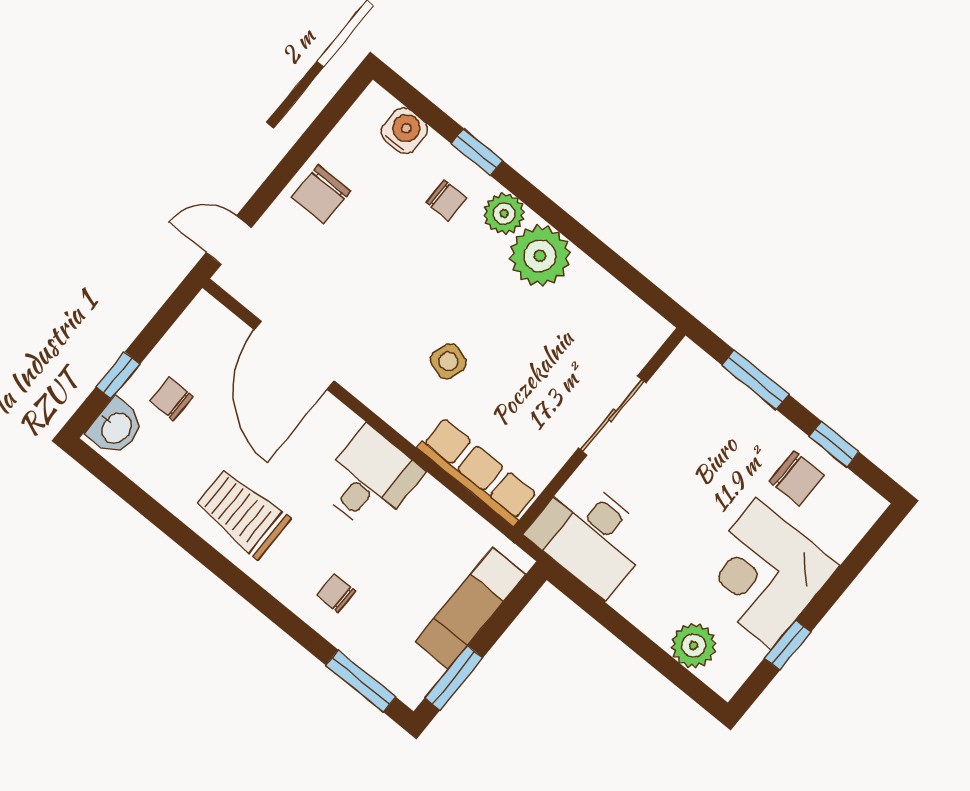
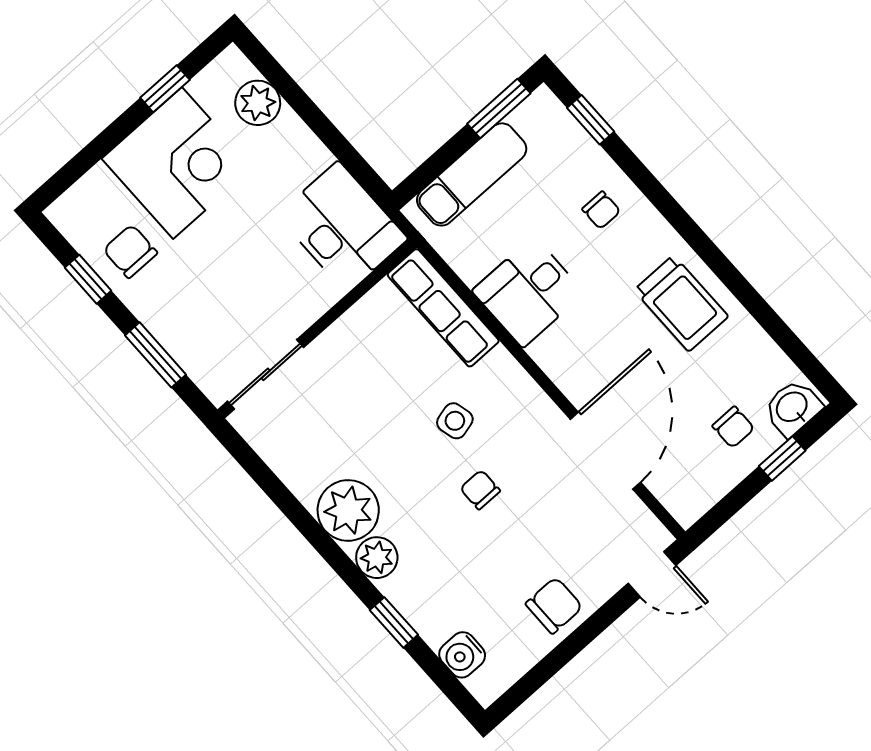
chair: (446, 200) -> (480, 490), moved
side table: (448, 361) -> (455, 421), turned -31
sliding door: (612, 415) -> (266, 374), moved
desk: (370, 479) -> (528, 292), moved
window: (361, 681) -> (591, 120), width x0.67

